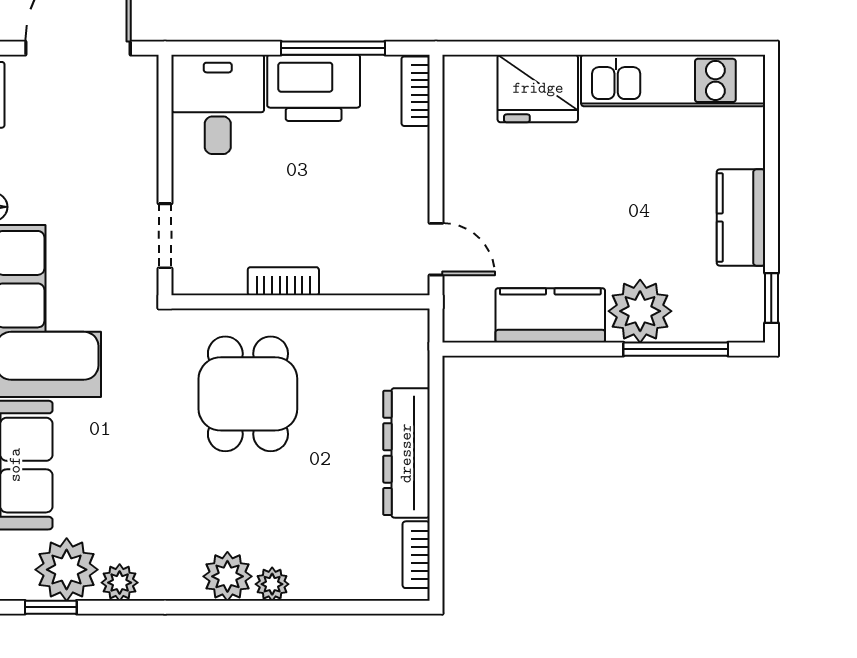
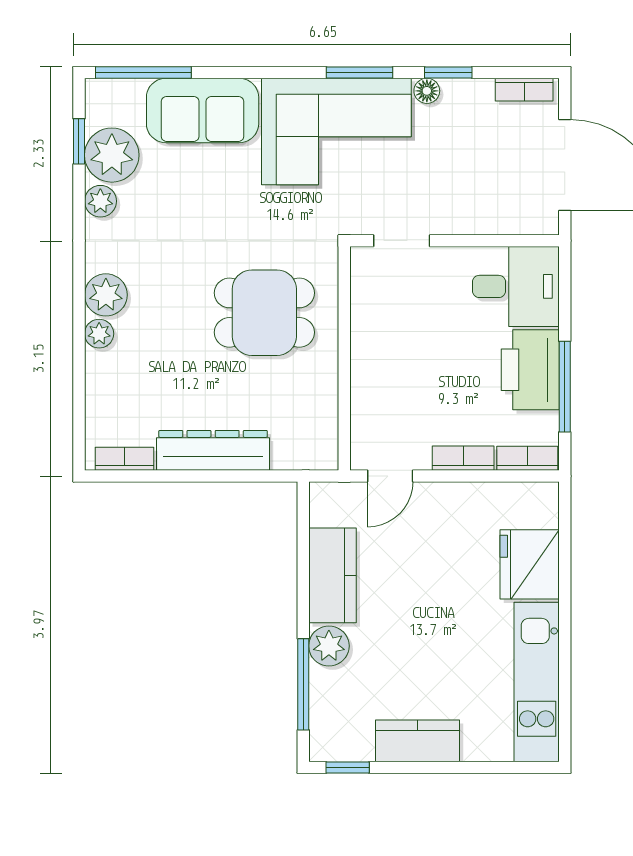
bookcase: (283, 281) -> (463, 458), moved, turned -90
plant: (640, 311) -> (329, 646), width x0.73, depth x0.73

